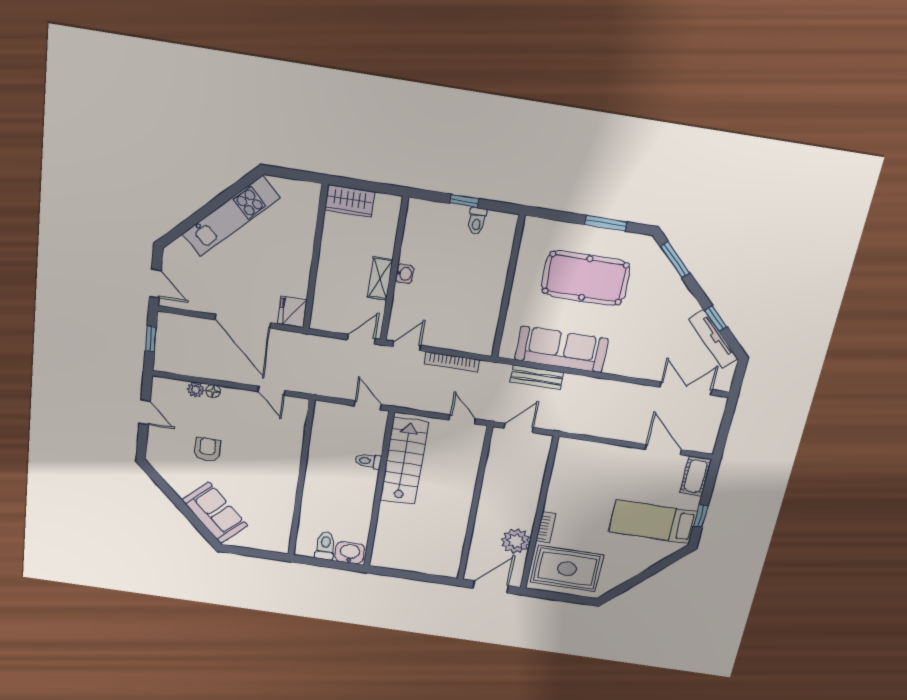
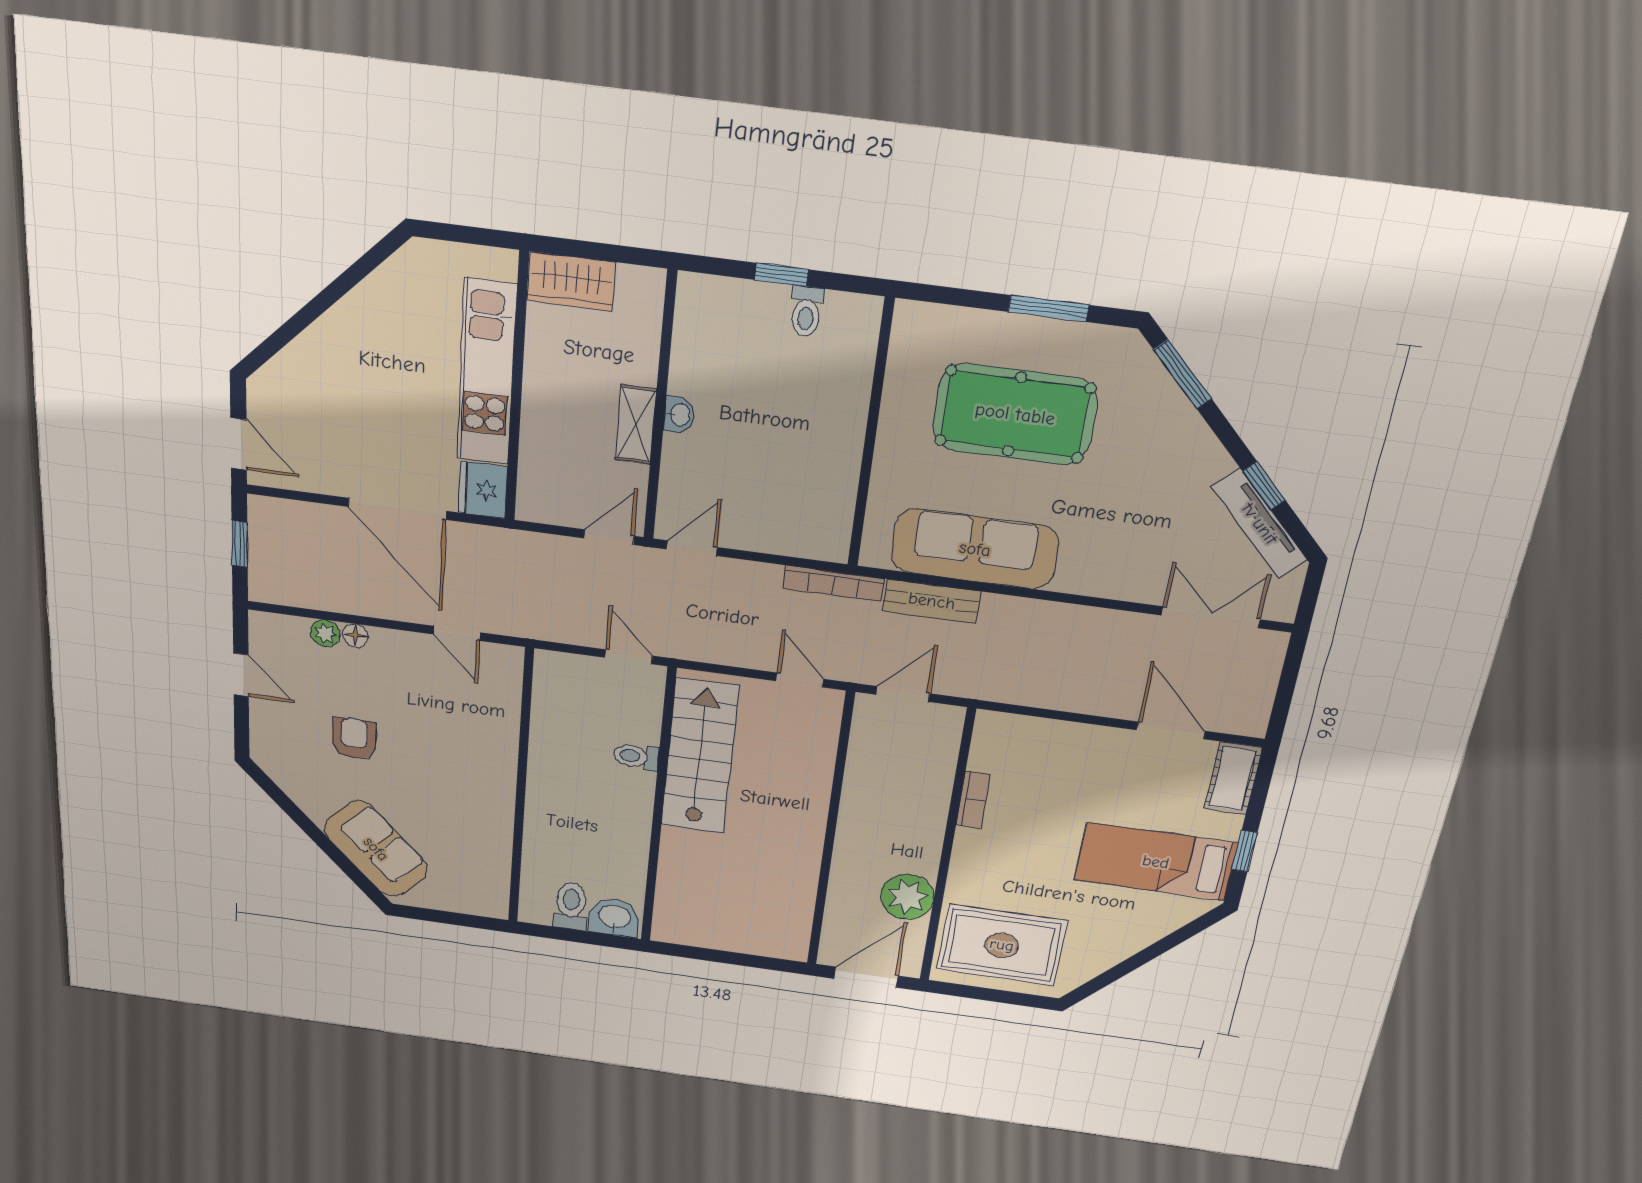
kitchen unit: (231, 216) -> (487, 372), moved, turned 135
bookcase: (452, 362) -> (833, 583), moved
bookcase: (546, 528) -> (973, 800), moved

